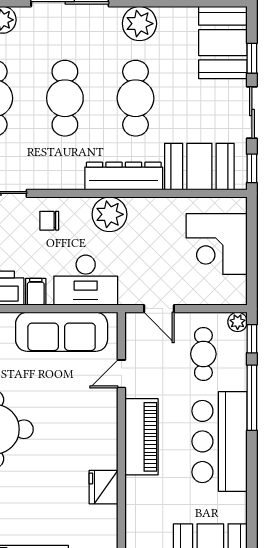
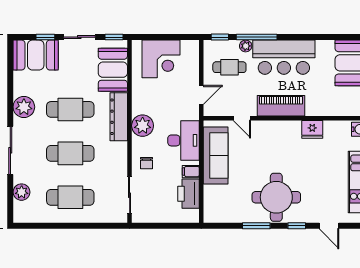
plant: (238, 322) -> (246, 46), moved

